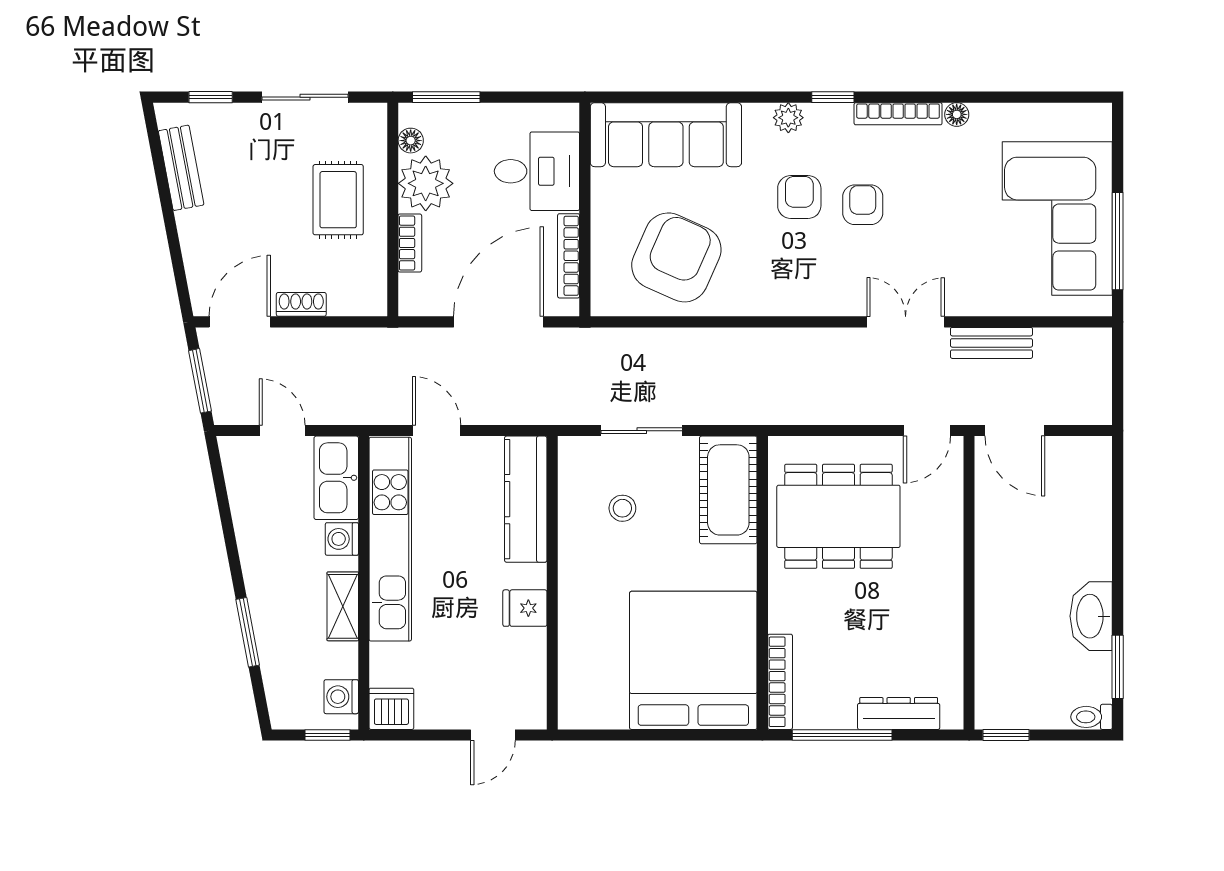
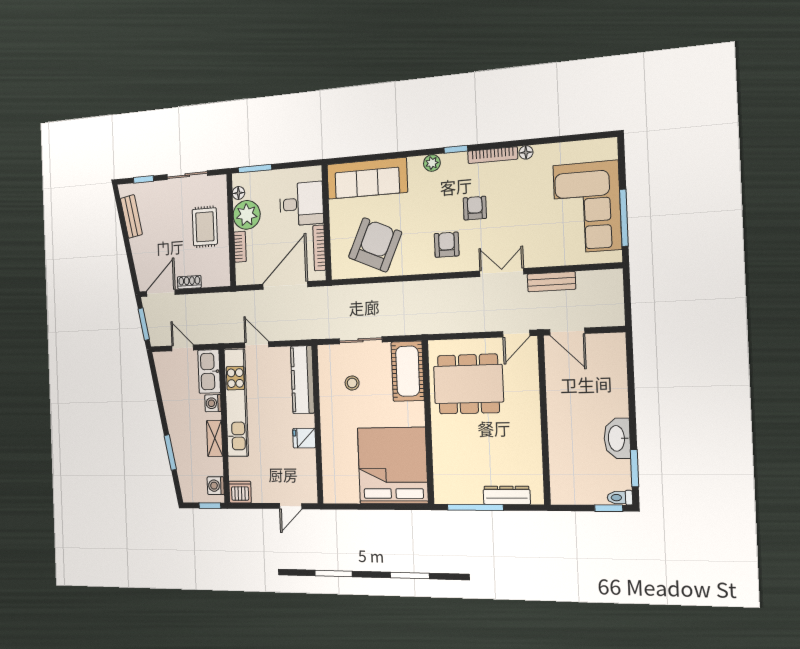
armchair: (799, 197) -> (447, 245), moved
bookcase: (780, 682) -> (440, 477), removed
window: (1006, 735) -> (609, 508), moved

